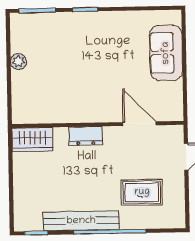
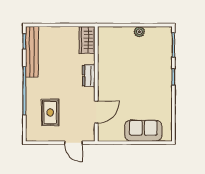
bench: (81, 221) -> (32, 52), moved

